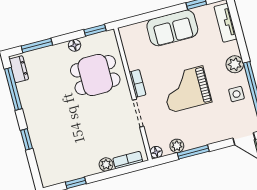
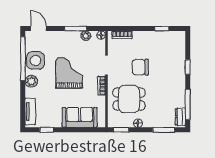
sofa: (172, 28) -> (80, 117), moved
grand piano: (186, 89) -> (69, 73), turned -90
side table: (236, 94) -> (36, 61), width x1.87, depth x1.87
chair: (91, 123) -> (140, 67), added
plant: (106, 164) -> (138, 36), removed

